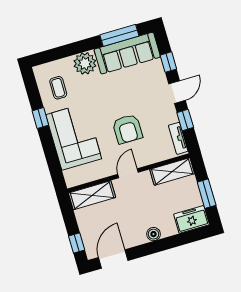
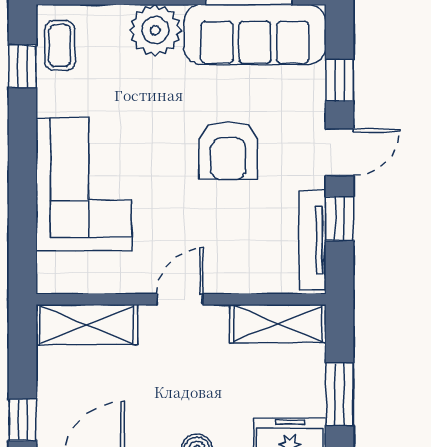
coffee table: (58, 88) -> (60, 46), moved
window: (40, 118) -> (22, 66), moved
armchair: (127, 129) -> (228, 151), moved
tv unit: (178, 138) -> (313, 240), width x1.41

